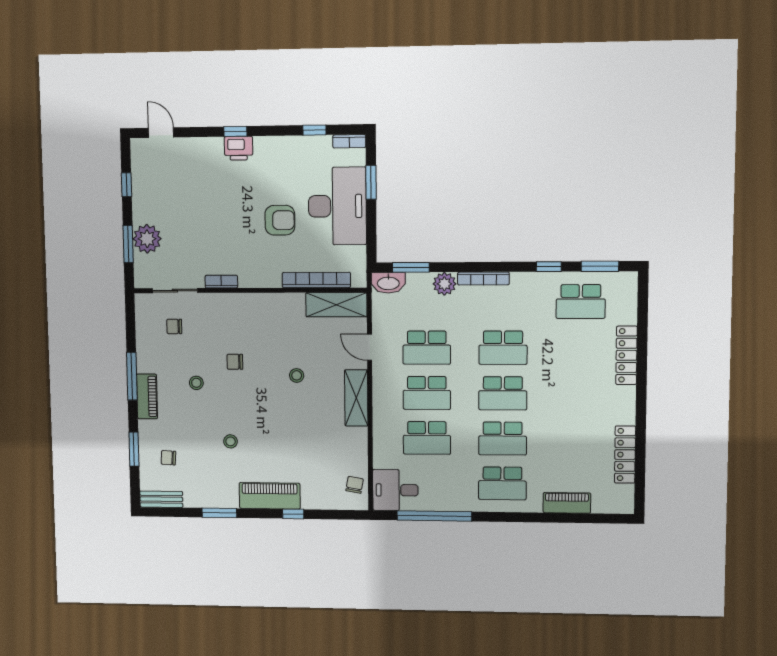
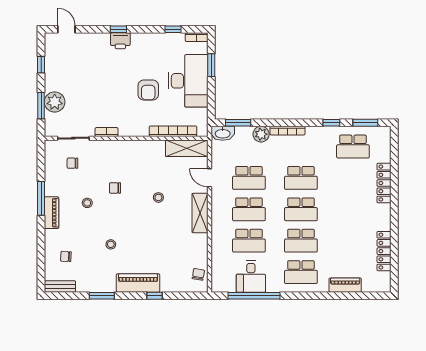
armchair: (280, 220) -> (148, 90), turned 90
window: (134, 449) -> (41, 251), removed
desk: (395, 490) -> (251, 277), moved, turned -90

